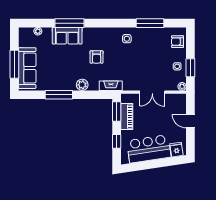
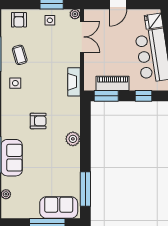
coffee table: (149, 42) -> (20, 55), added
sofa: (27, 68) -> (59, 208), width x0.73
fireplace: (111, 86) -> (74, 82), moved
double door: (152, 92) -> (82, 37), moved
window: (59, 95) -> (85, 189), moved

